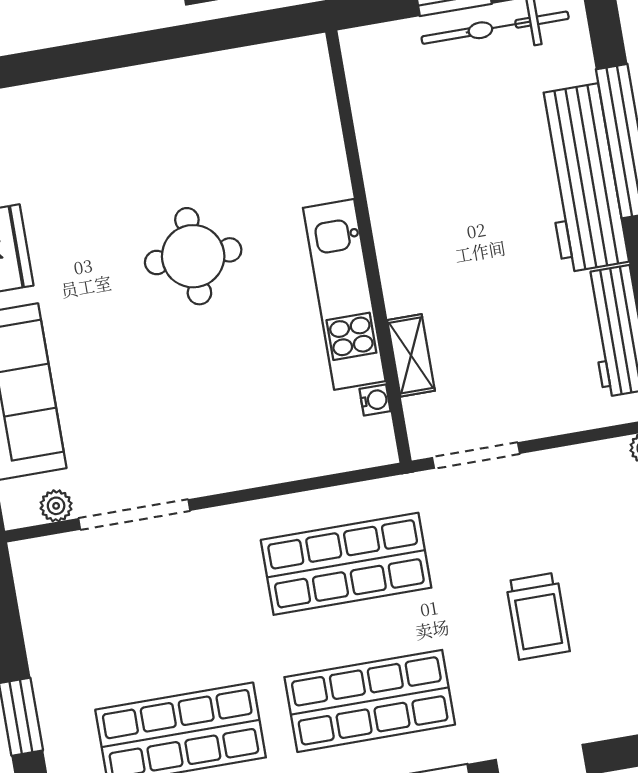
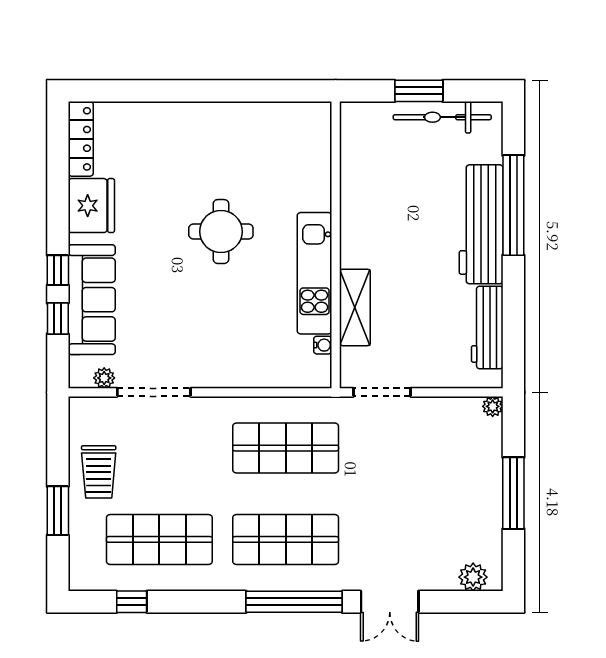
shelving: (411, 355) -> (355, 307), width x1.50, depth x1.33
trolley: (538, 616) -> (99, 472), moved

